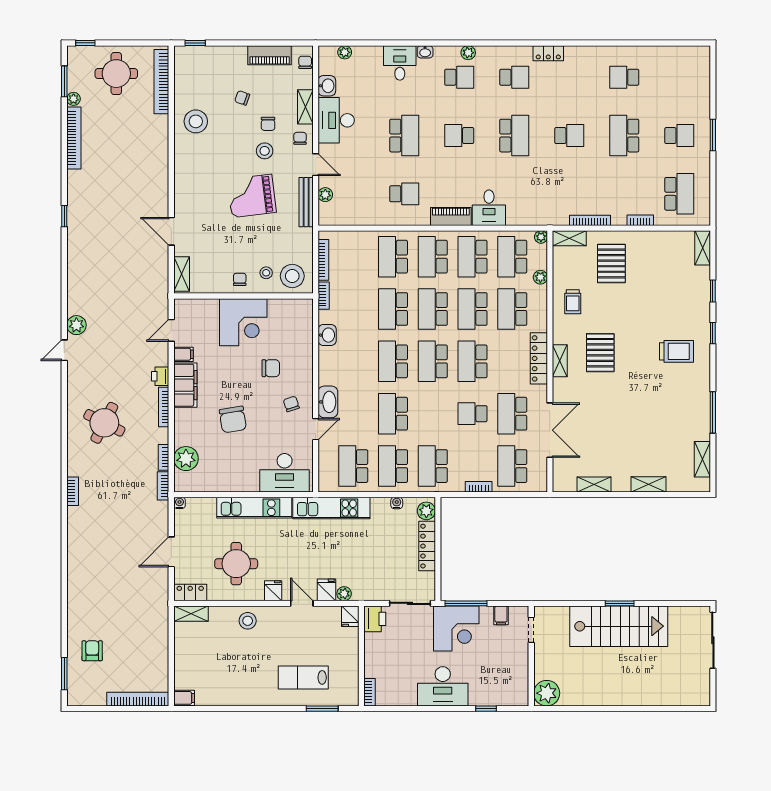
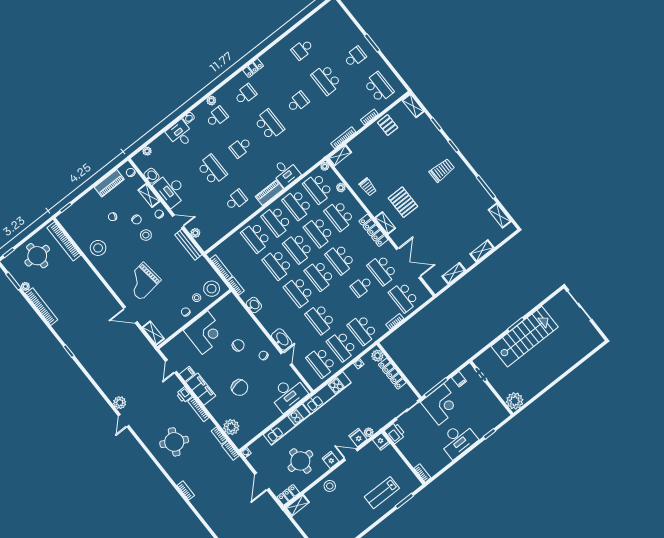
grand piano: (252, 196) -> (142, 281), moved
pallet: (611, 263) -> (388, 125), moved, width x0.67, depth x0.71

